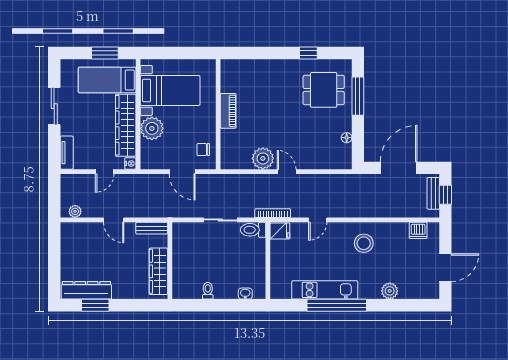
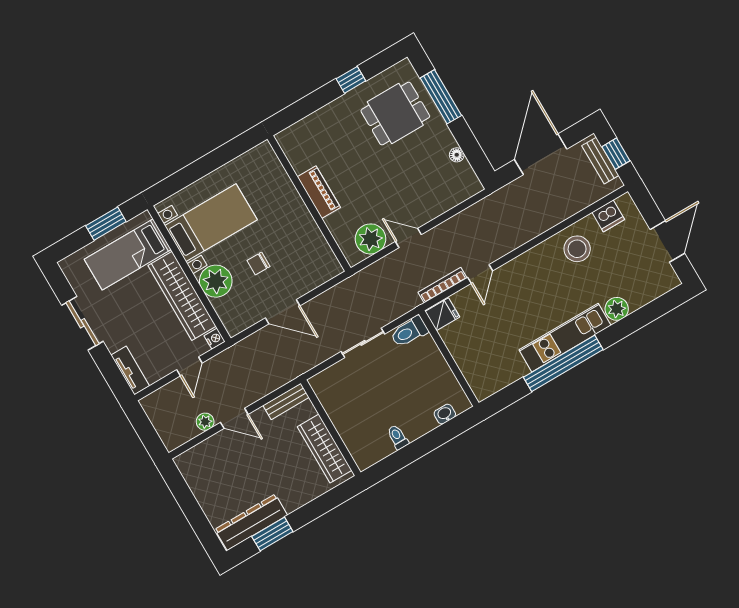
piano: (228, 111) -> (319, 192), moved
wall: (218, 114) -> (309, 203), moved
chair: (203, 150) -> (259, 264), moved
plant: (75, 211) -> (205, 422), moved
bookcase: (273, 213) -> (442, 285), moved
stool: (364, 243) -> (577, 249), moved
kitchen unit: (325, 290) -> (565, 338), moved

